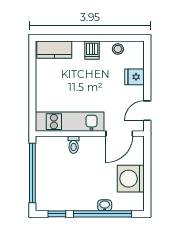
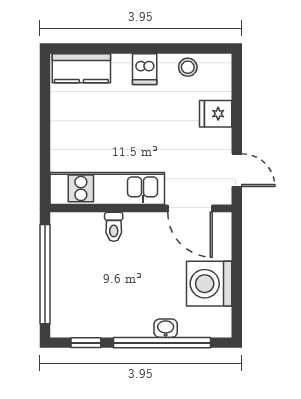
door: (147, 111) -> (237, 170), swing flipped
door: (119, 134) -> (190, 208), hinge flipped

